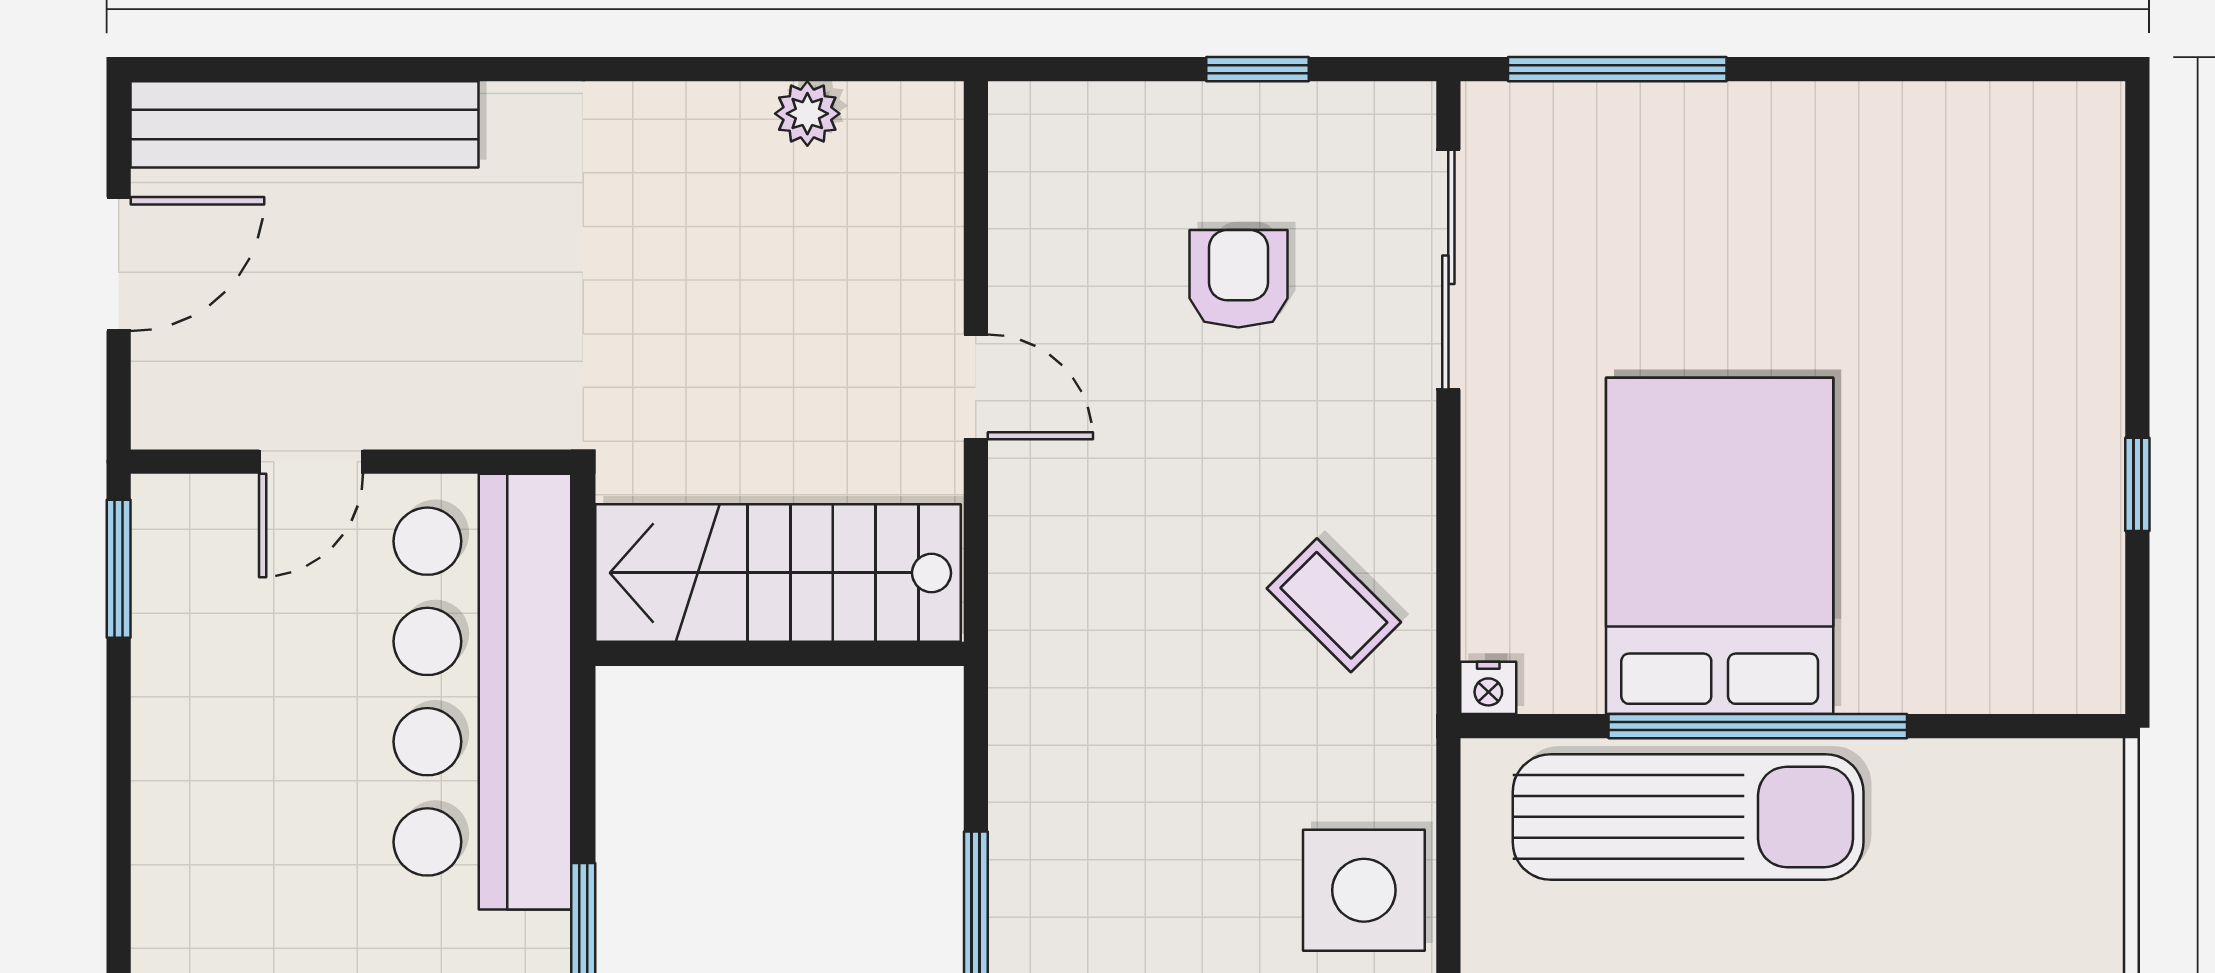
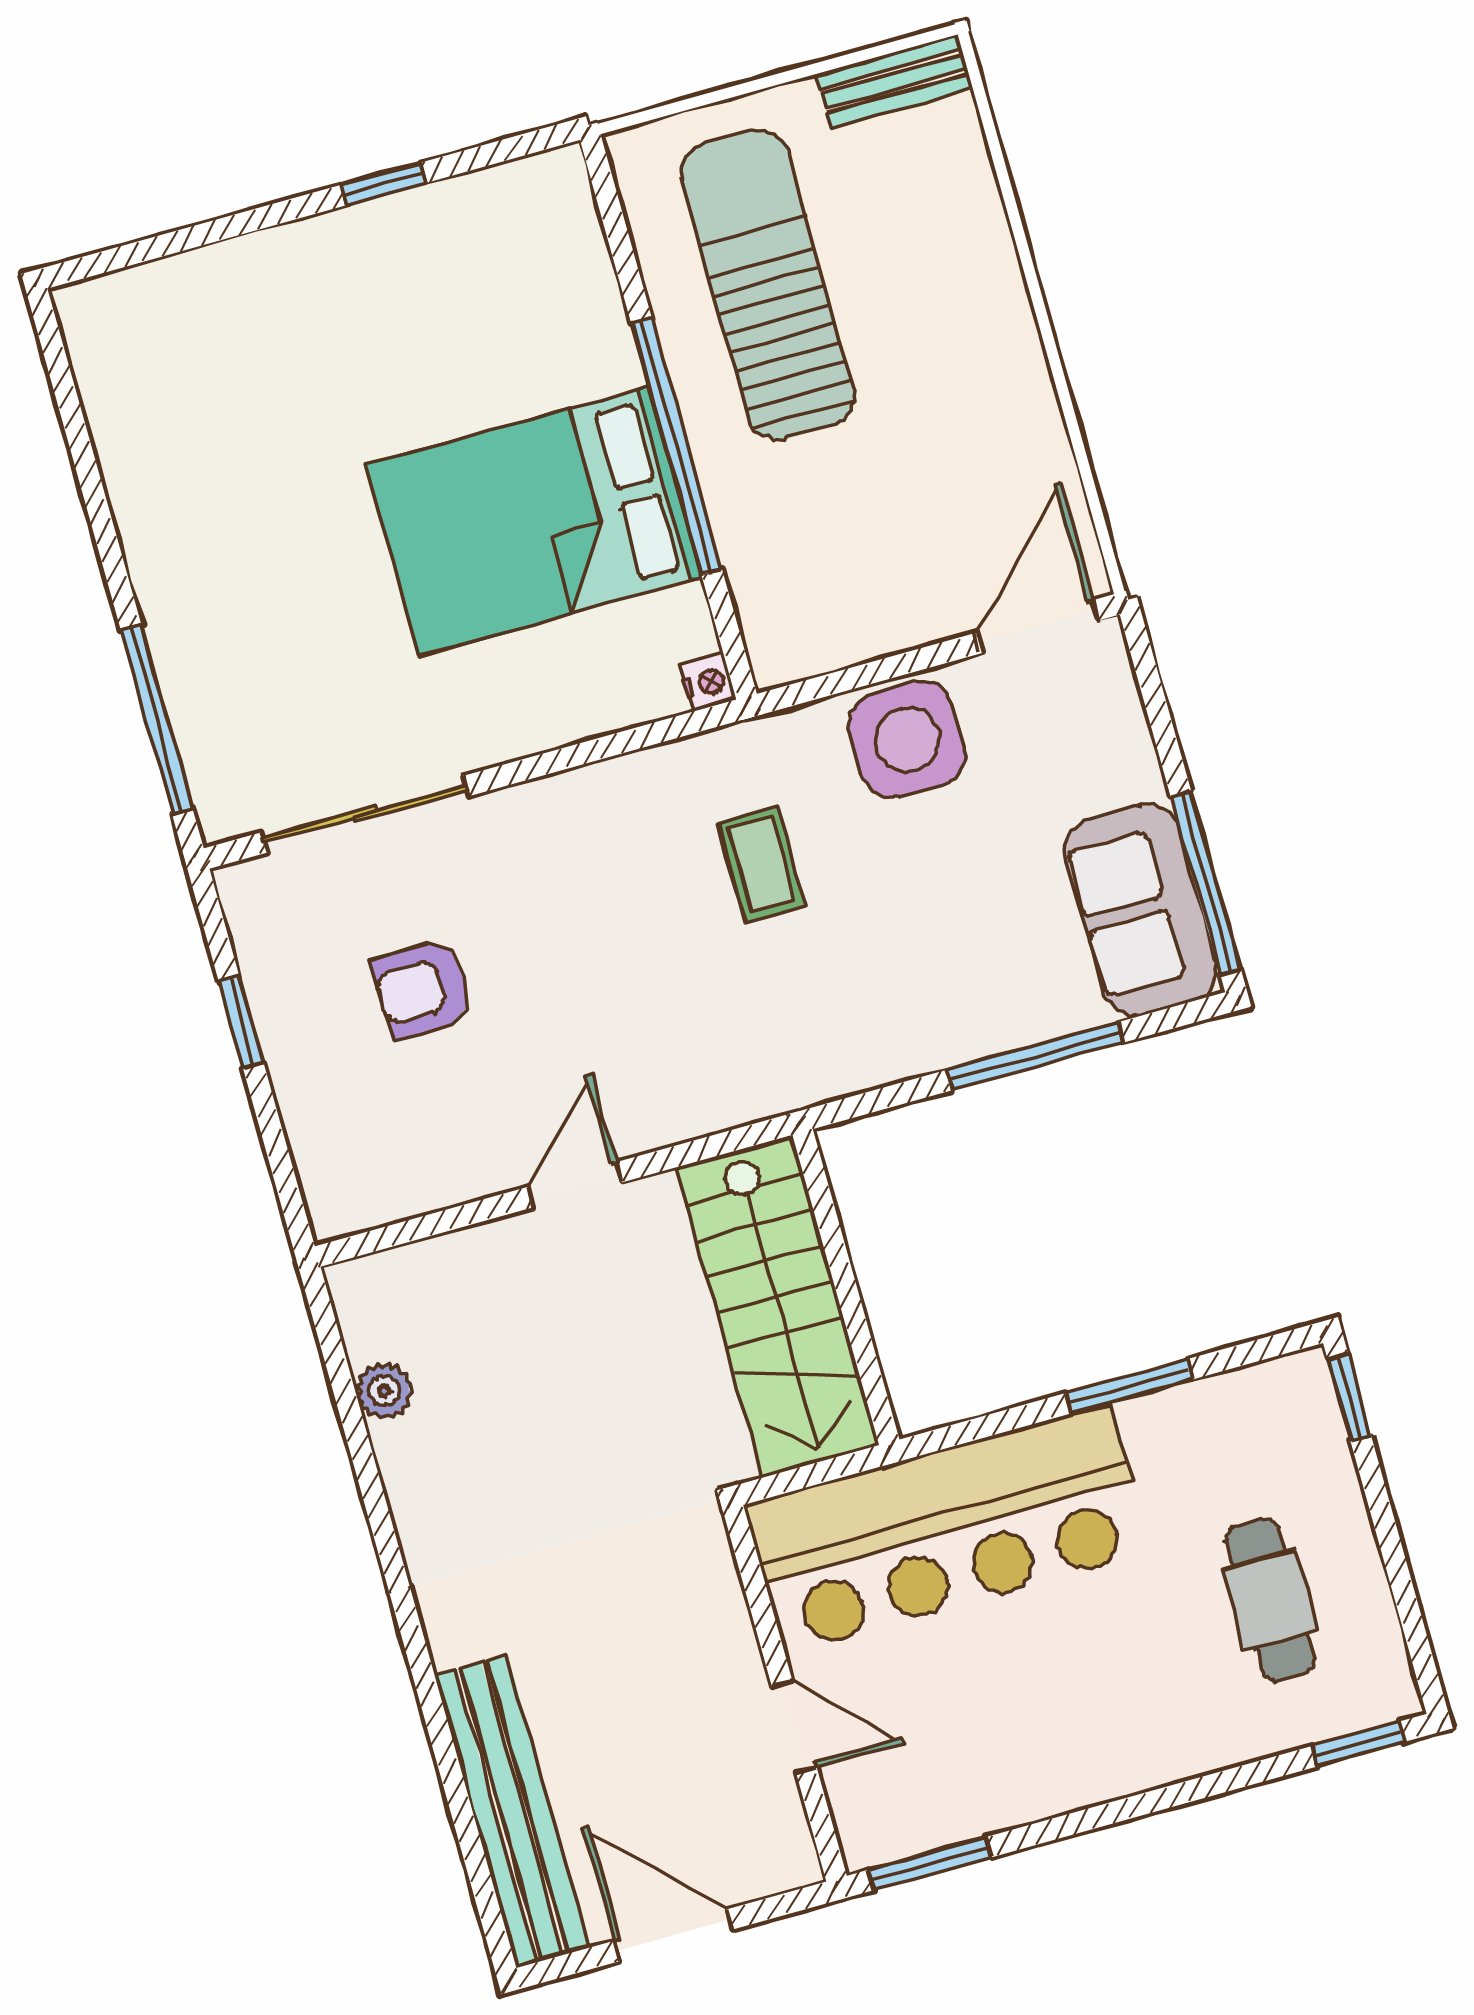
coffee table: (1334, 605) -> (762, 864), moved, turned -45
sun lounger: (1688, 817) -> (768, 285), moved

